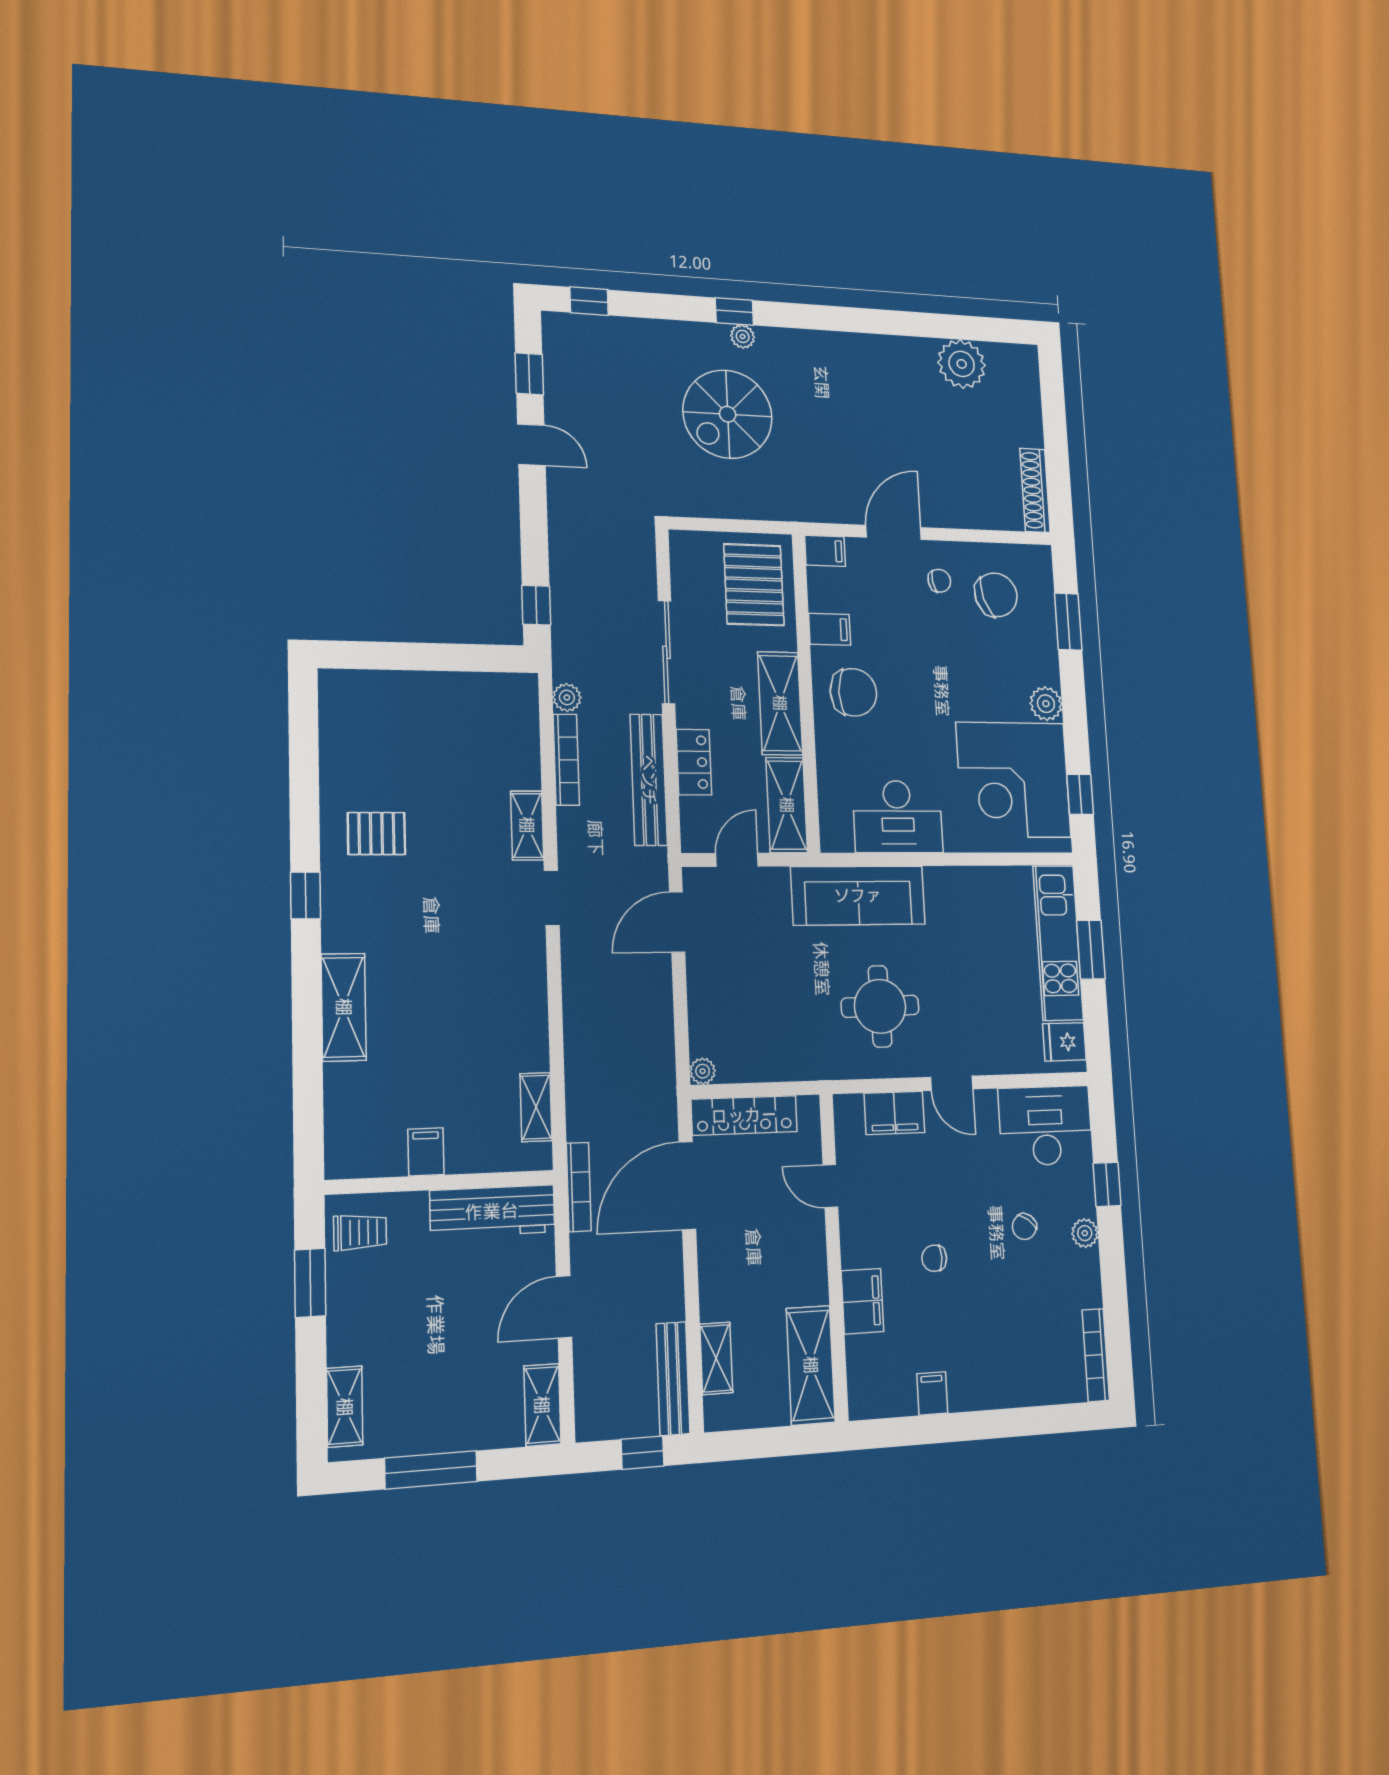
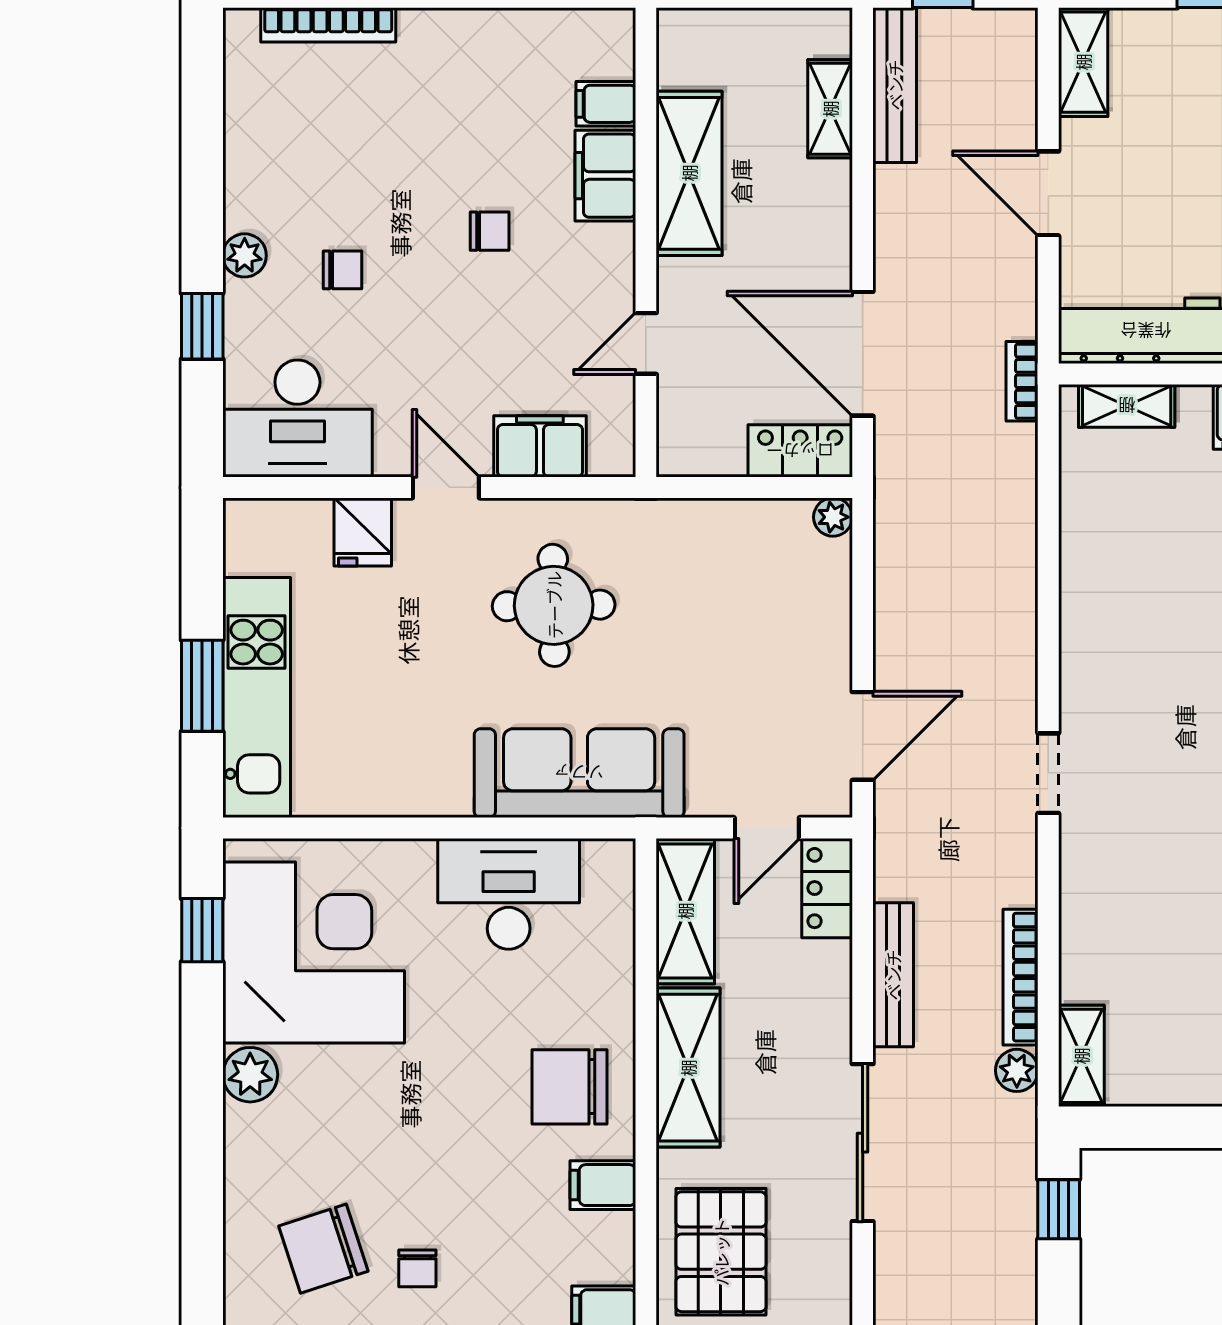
chair: (939, 581) -> (417, 1268), turned -80
window: (1068, 622) -> (202, 1209), removed
locker: (694, 762) -> (827, 888), moved
bench: (649, 780) -> (893, 975), width x0.73, depth x0.82
shelving: (527, 825) -> (1081, 1056), moved
fridge: (1064, 1042) -> (363, 532), moved, turned 90
shelving: (536, 1107) -> (1127, 406), moved, turned 90
locker: (744, 1115) -> (800, 451), width x0.66
door: (687, 1186) -> (863, 354), swing flipped
door: (830, 1186) -> (646, 343), swing flipped
bookcase: (579, 1187) -> (1022, 381), width x0.64
chair: (1024, 1227) -> (343, 270), turned 53
door: (564, 1307) -> (1048, 193), swing flipped
bookcase: (1096, 1355) -> (328, 25), moved, turned 90
shelving: (811, 1365) -> (689, 173), moved
filing cabinet: (932, 1393) -> (606, 104), moved, turned 90

